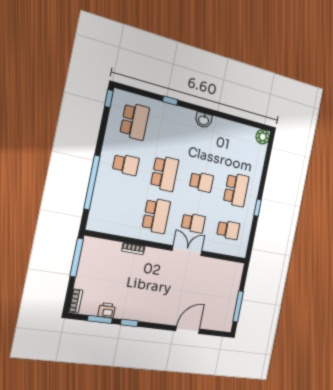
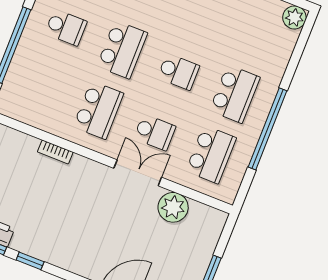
window: (258, 208) -> (268, 129), width x3.17
school desk: (228, 230) -> (211, 154), width x1.85
plant: (211, 267) -> (173, 207), added

